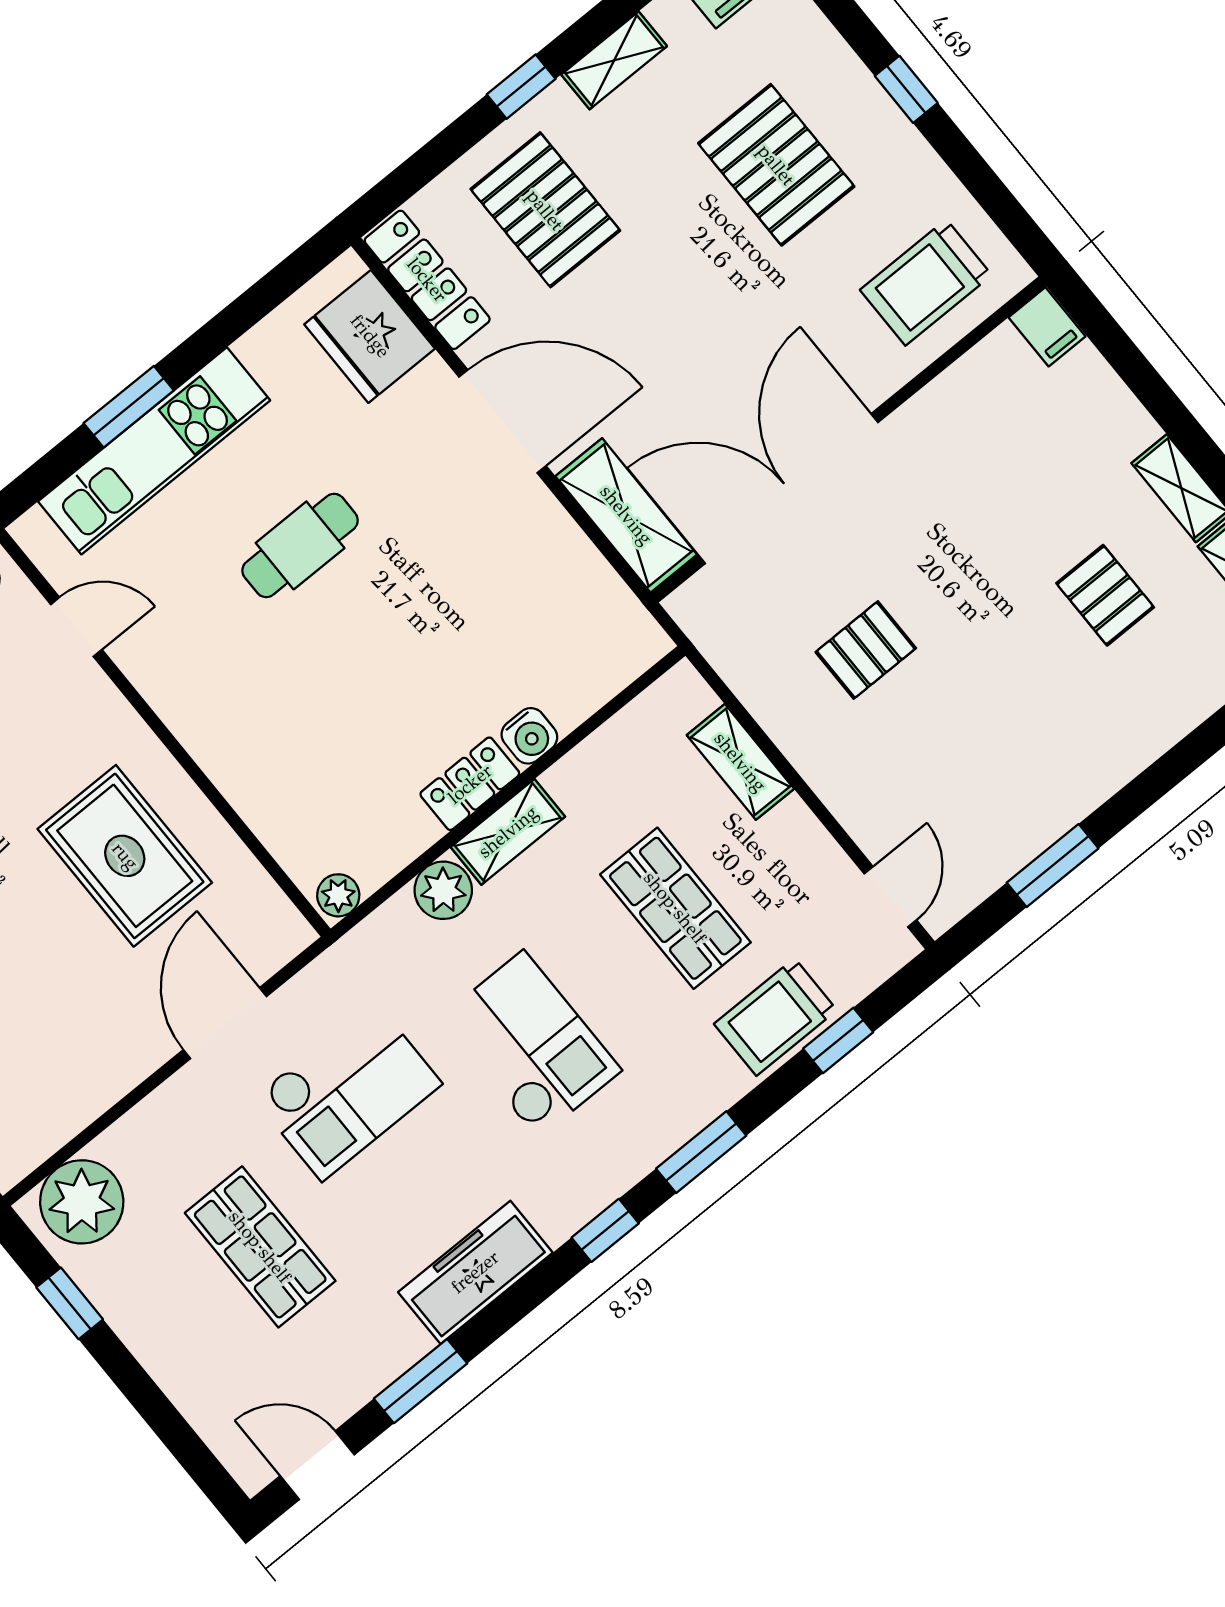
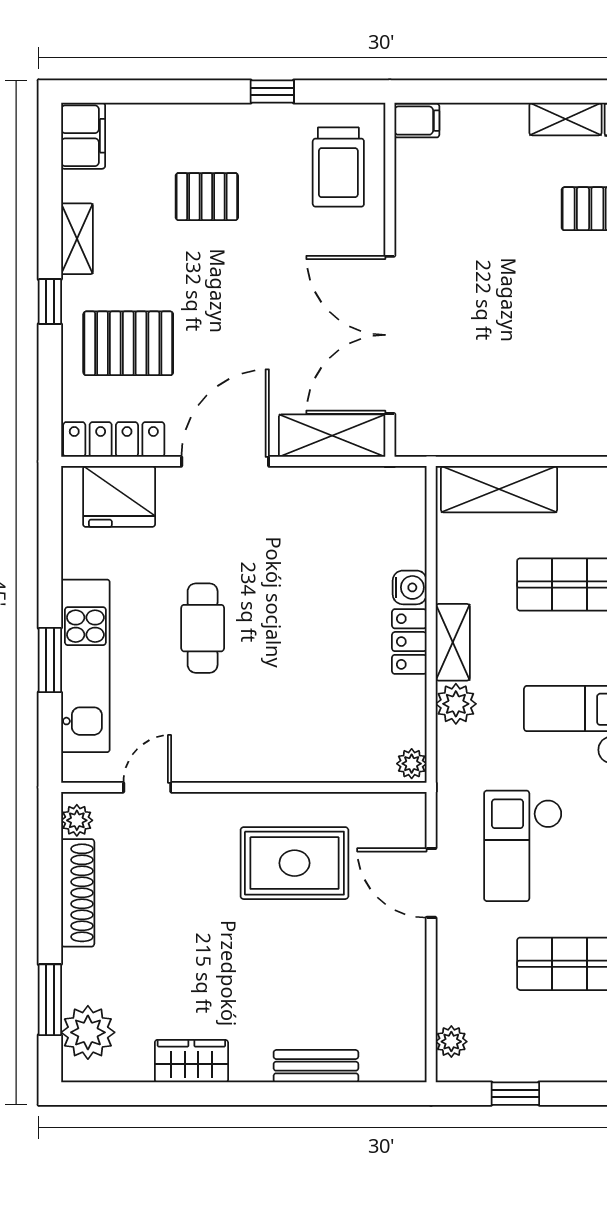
window: (906, 89) -> (272, 91), moved
pallet: (776, 165) -> (207, 197), width x0.67, depth x0.71
pallet: (866, 650) -> (513, 365), removed
shelving: (740, 762) -> (499, 489), width x1.50, depth x1.33
checkout: (348, 1091) -> (523, 846), turned 180
plant: (82, 1202) -> (451, 1042), width x0.53, depth x0.53

